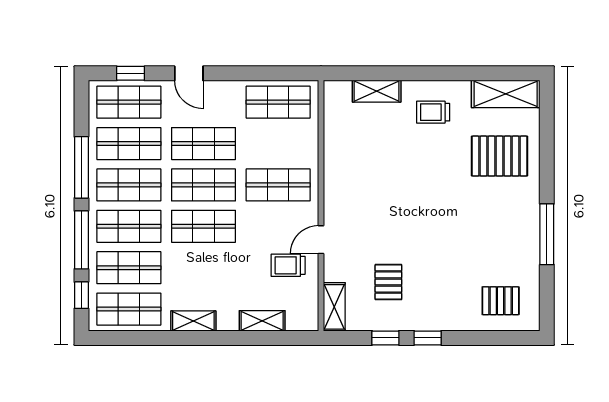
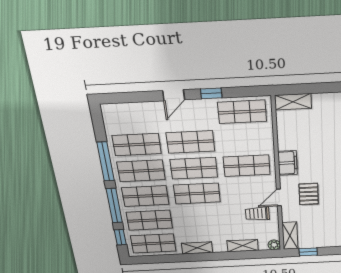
window: (131, 73) -> (211, 93), moved
door: (189, 73) -> (174, 95), hinge flipped
shelving: (377, 91) -> (293, 102), moved
shop shelf: (129, 102) -> (132, 117), removed
filing cabinet: (336, 184) -> (288, 163), added
pallet: (388, 282) -> (309, 194), moved
plant: (310, 322) -> (274, 245), added
window: (385, 338) -> (308, 252), moved

